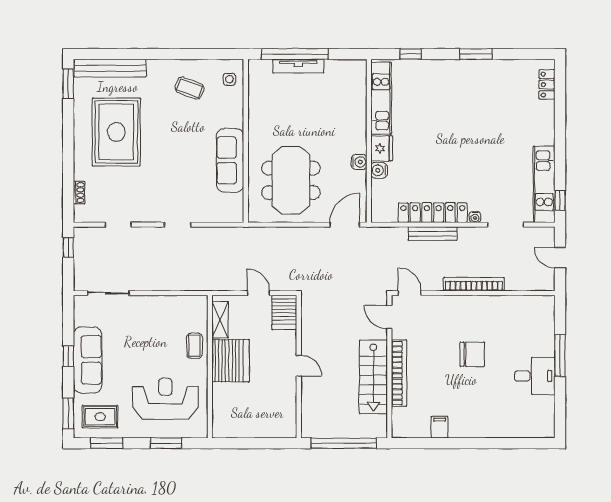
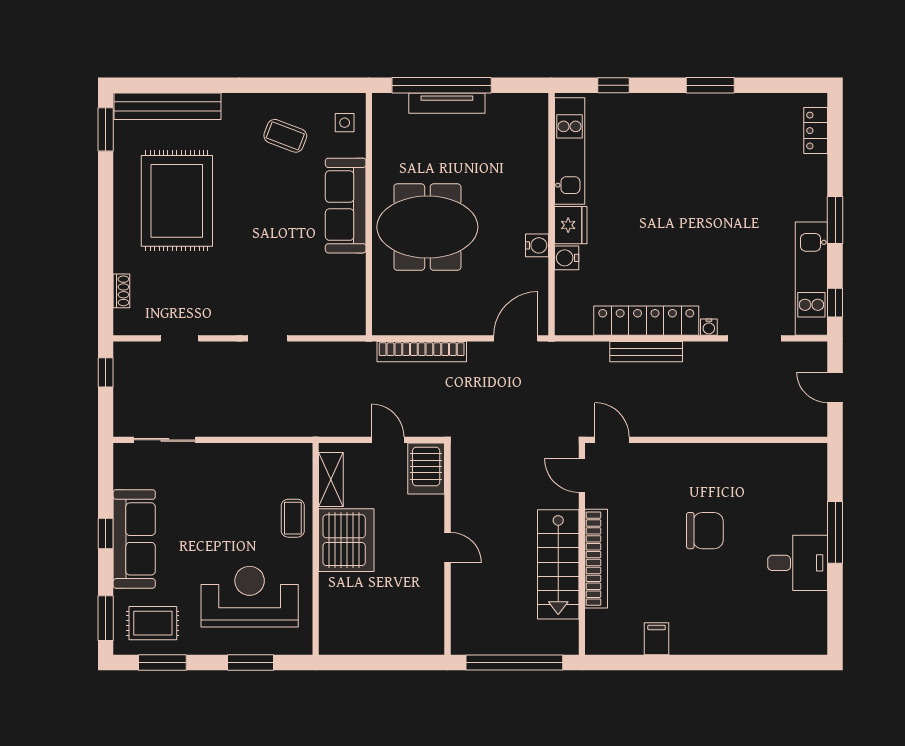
window: (560, 145) -> (835, 220), added
sofa: (230, 160) -> (346, 206), moved
meeting table: (291, 180) -> (427, 227), moved, turned 90
bookcase: (474, 284) -> (422, 352), moved, turned 180

